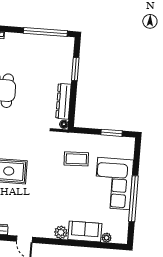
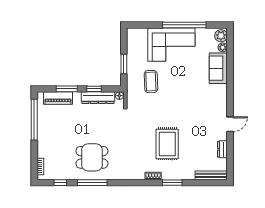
piano: (66, 59) -> (58, 98), added
window: (73, 98) -> (94, 89), added
window: (112, 133) -> (124, 64), moved
plant: (61, 232) -> (221, 36), moved

